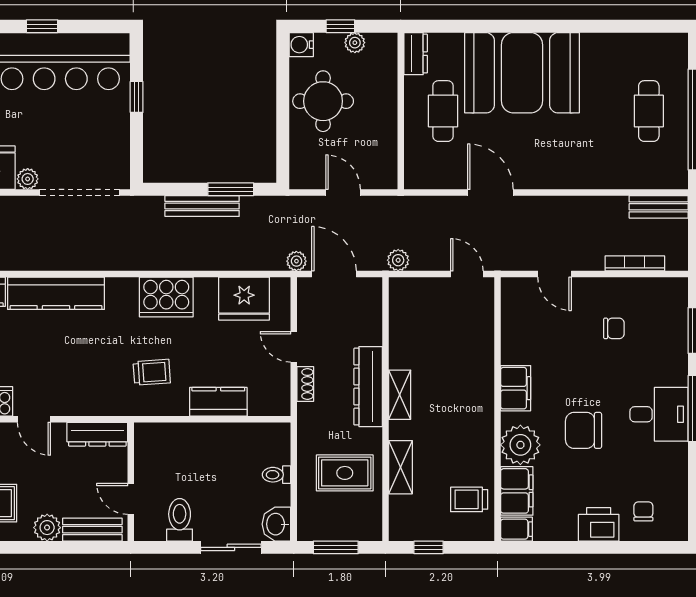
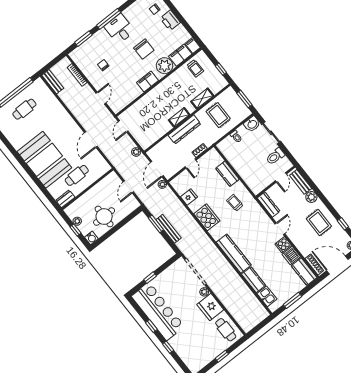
fridge: (244, 299) -> (189, 197), width x0.53, depth x0.75

